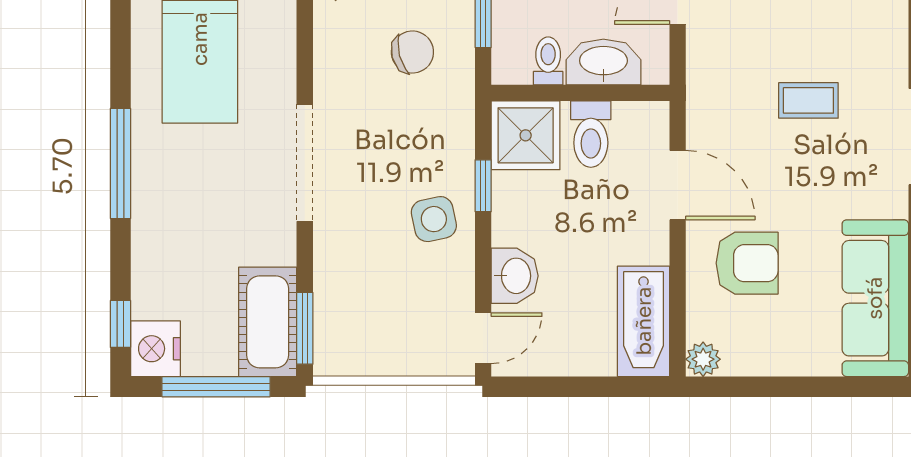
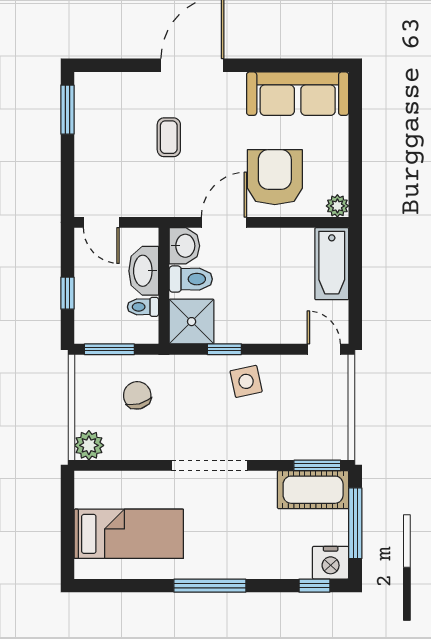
armchair: (747, 263) -> (275, 177), width x1.36, depth x1.36
washbasin: (515, 276) -> (184, 246), moved, turned 90
bathtub: (644, 321) -> (332, 264), moved, turned 90

